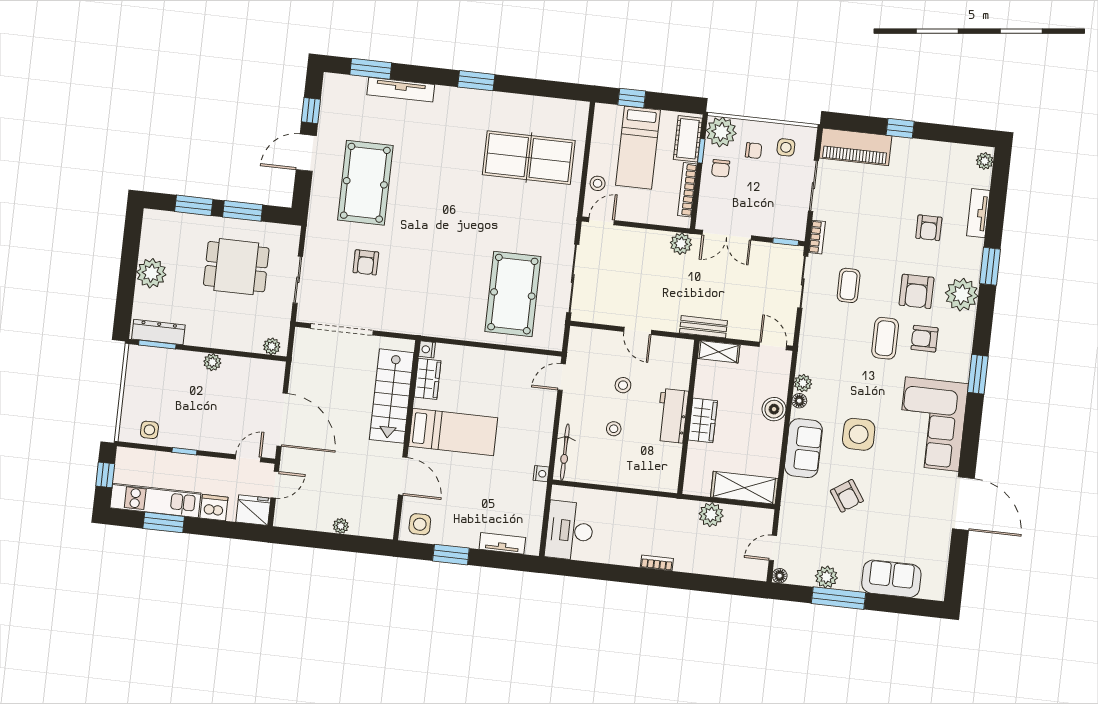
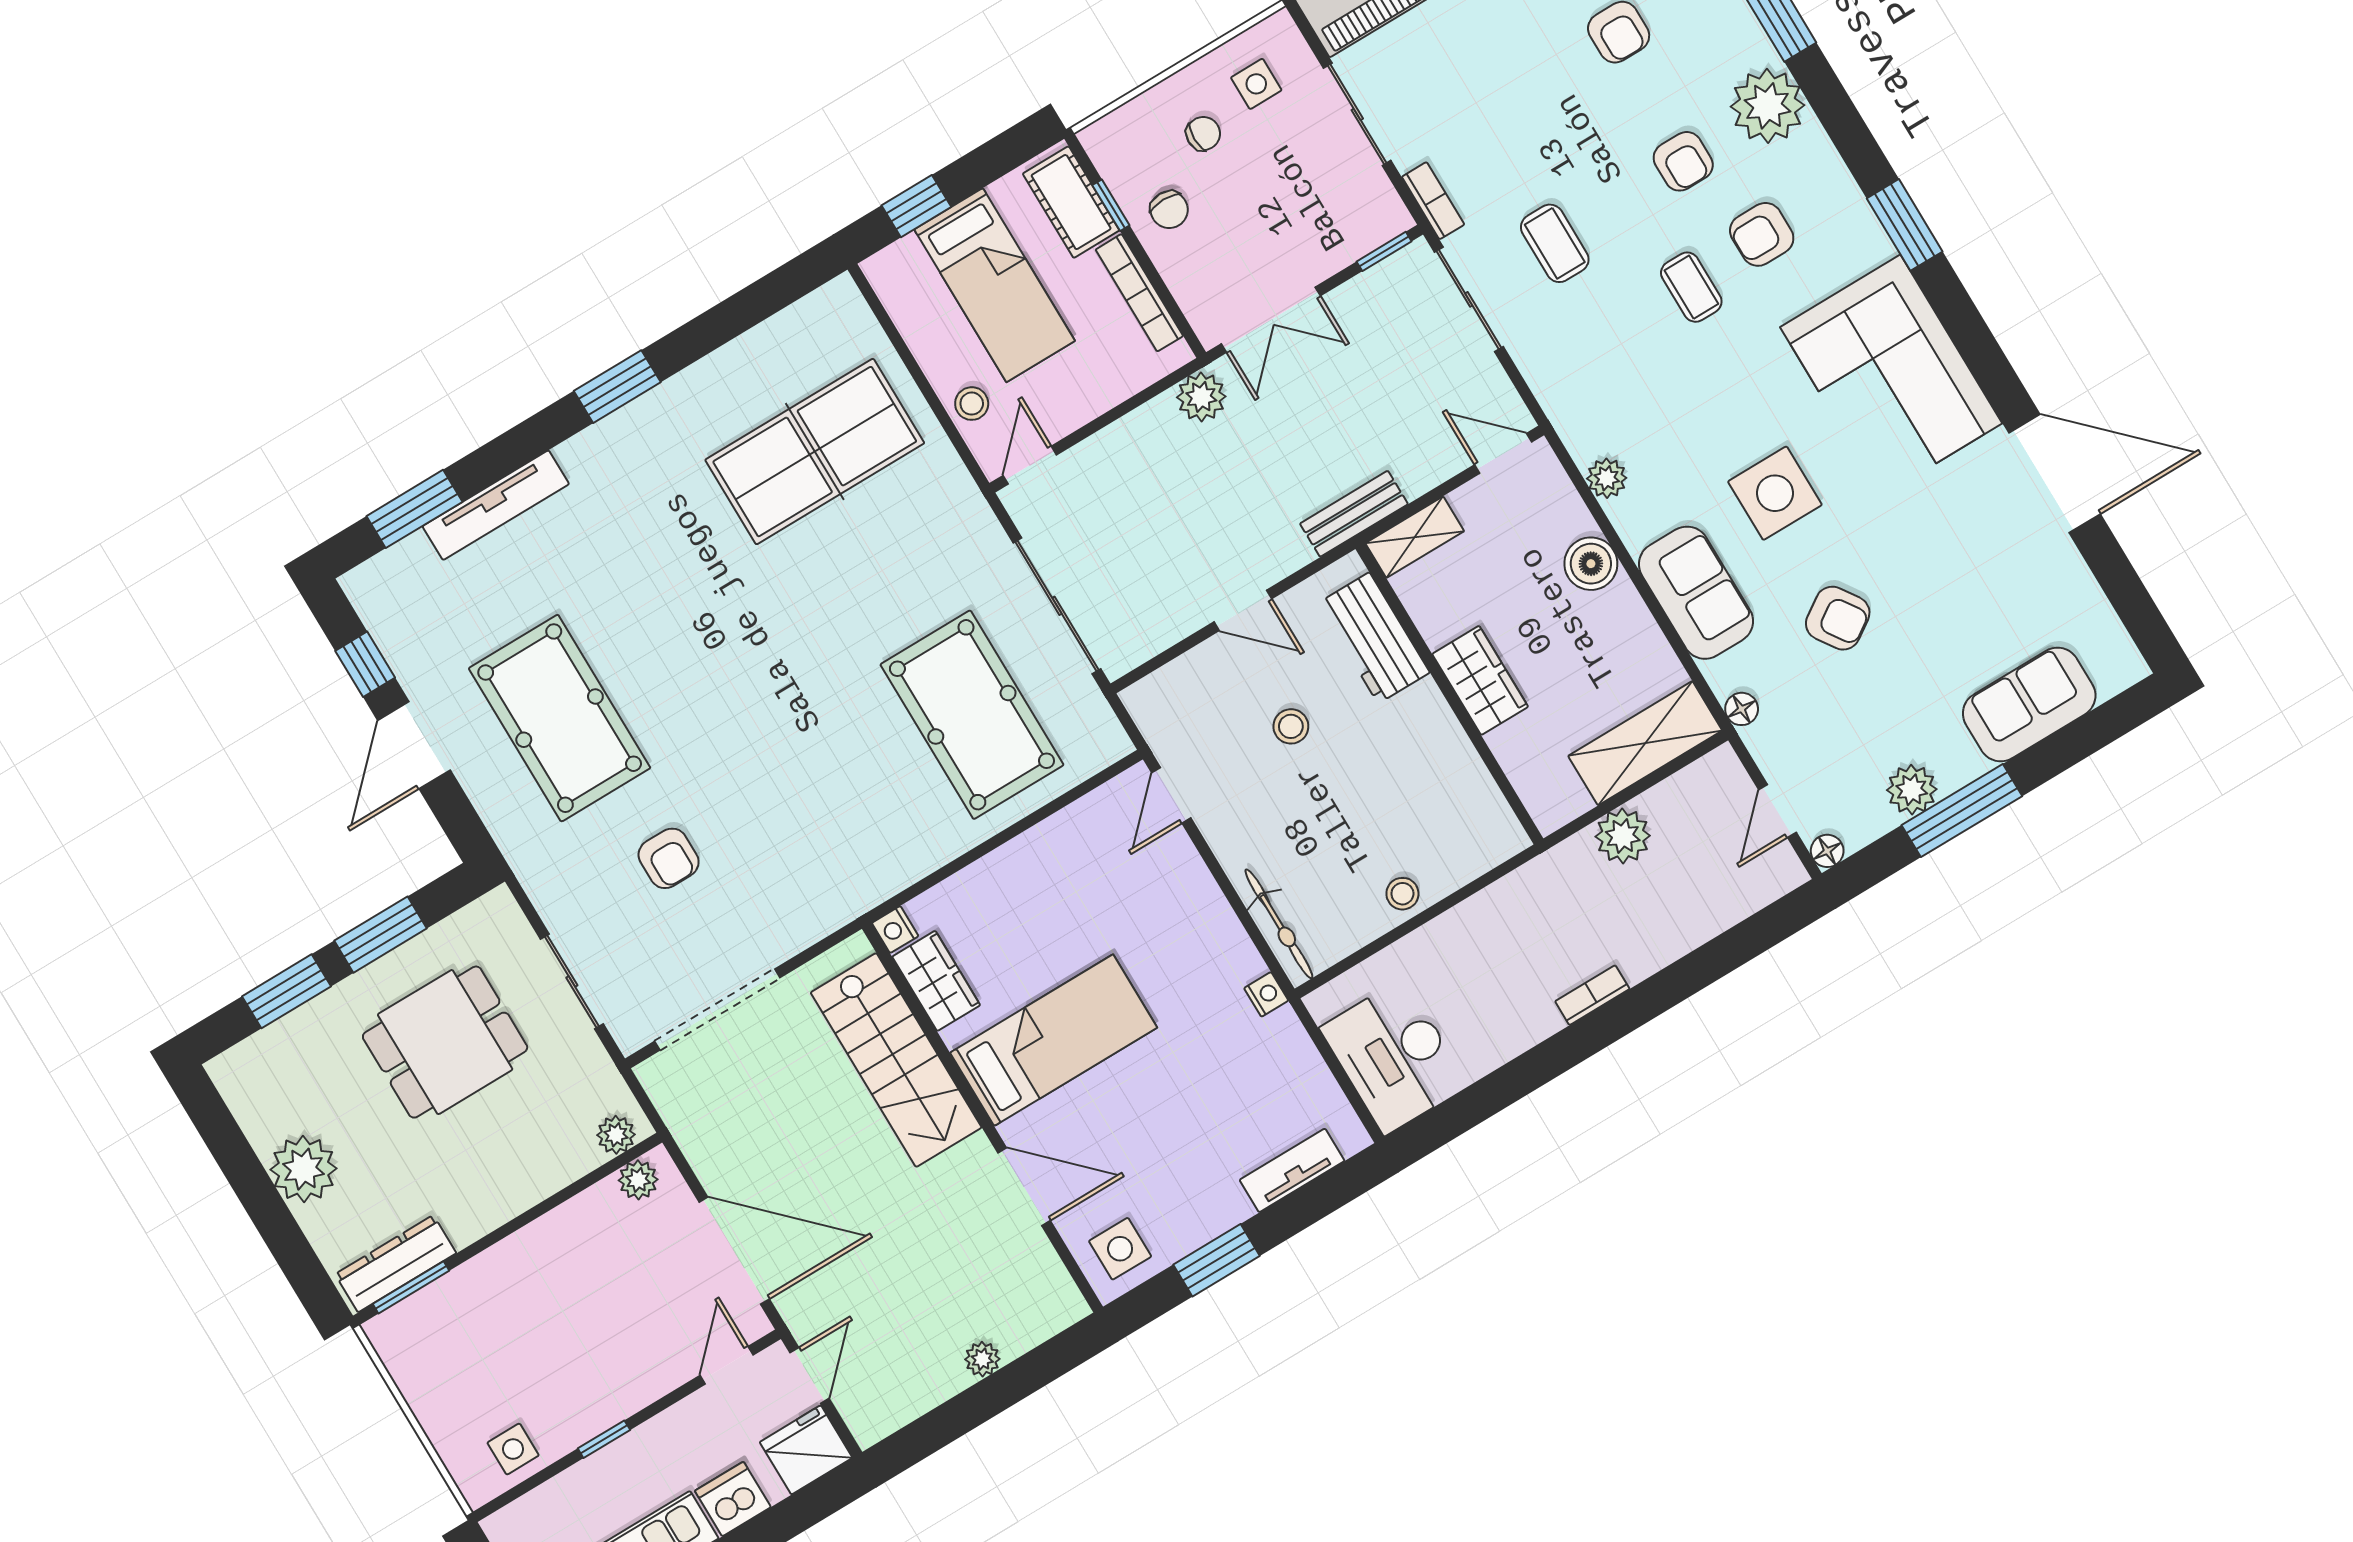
plant: (721, 132) -> (1121, 145), removed
armchair: (917, 291) -> (1683, 161), width x0.72, depth x0.72
coffee table: (885, 338) -> (1691, 287), width x0.73, depth x0.77
plant: (212, 362) -> (638, 1180), moved
floor lamp: (799, 401) -> (1742, 709), moved
workbench: (672, 416) -> (1374, 638), moved
stool: (614, 429) -> (1402, 894), moved

